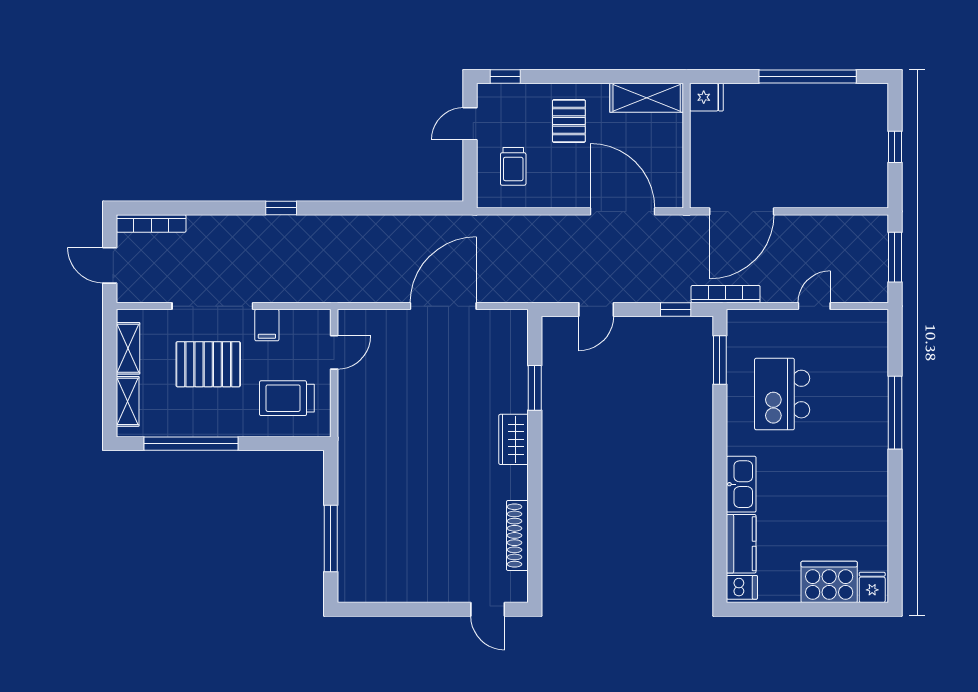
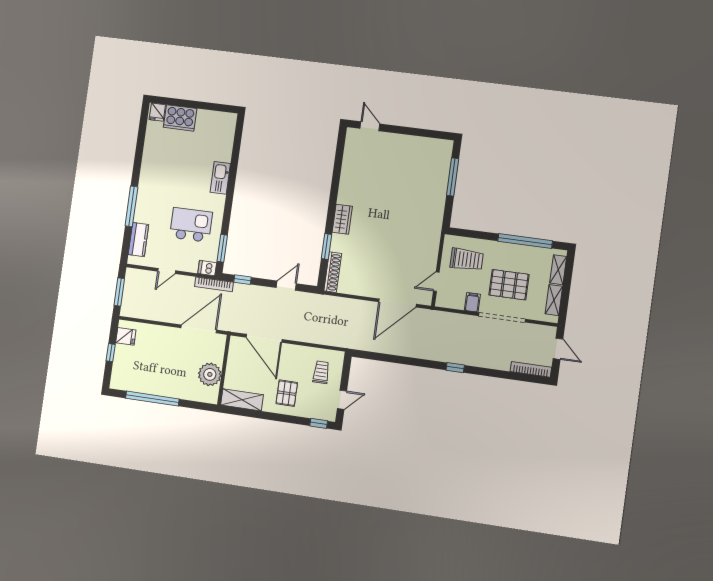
fridge: (706, 97) -> (126, 336), moved, turned 180
plant: (710, 134) -> (210, 374), added
door: (443, 306) -> (398, 303), moved
kitchen island: (782, 394) -> (191, 225), turned -90
shoe rack: (517, 535) -> (333, 272), moved
kitchen counter: (741, 544) -> (138, 240), moved, turned 180
dishwasher: (742, 587) -> (207, 268), moved

